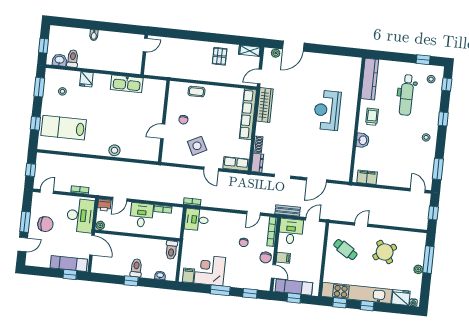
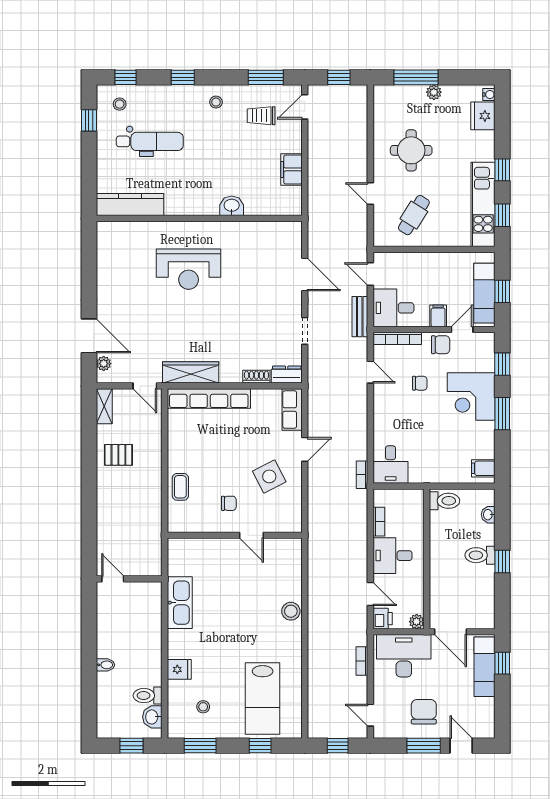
trolley: (372, 117) -> (261, 116), moved
filing cabinet: (367, 177) -> (291, 169), moved
door: (92, 245) -> (451, 632), swing flipped
round table: (385, 252) -> (411, 150), turned 34
corner desk: (210, 270) -> (471, 397), moved
kitchen unit: (357, 293) -> (483, 204), width x0.73

